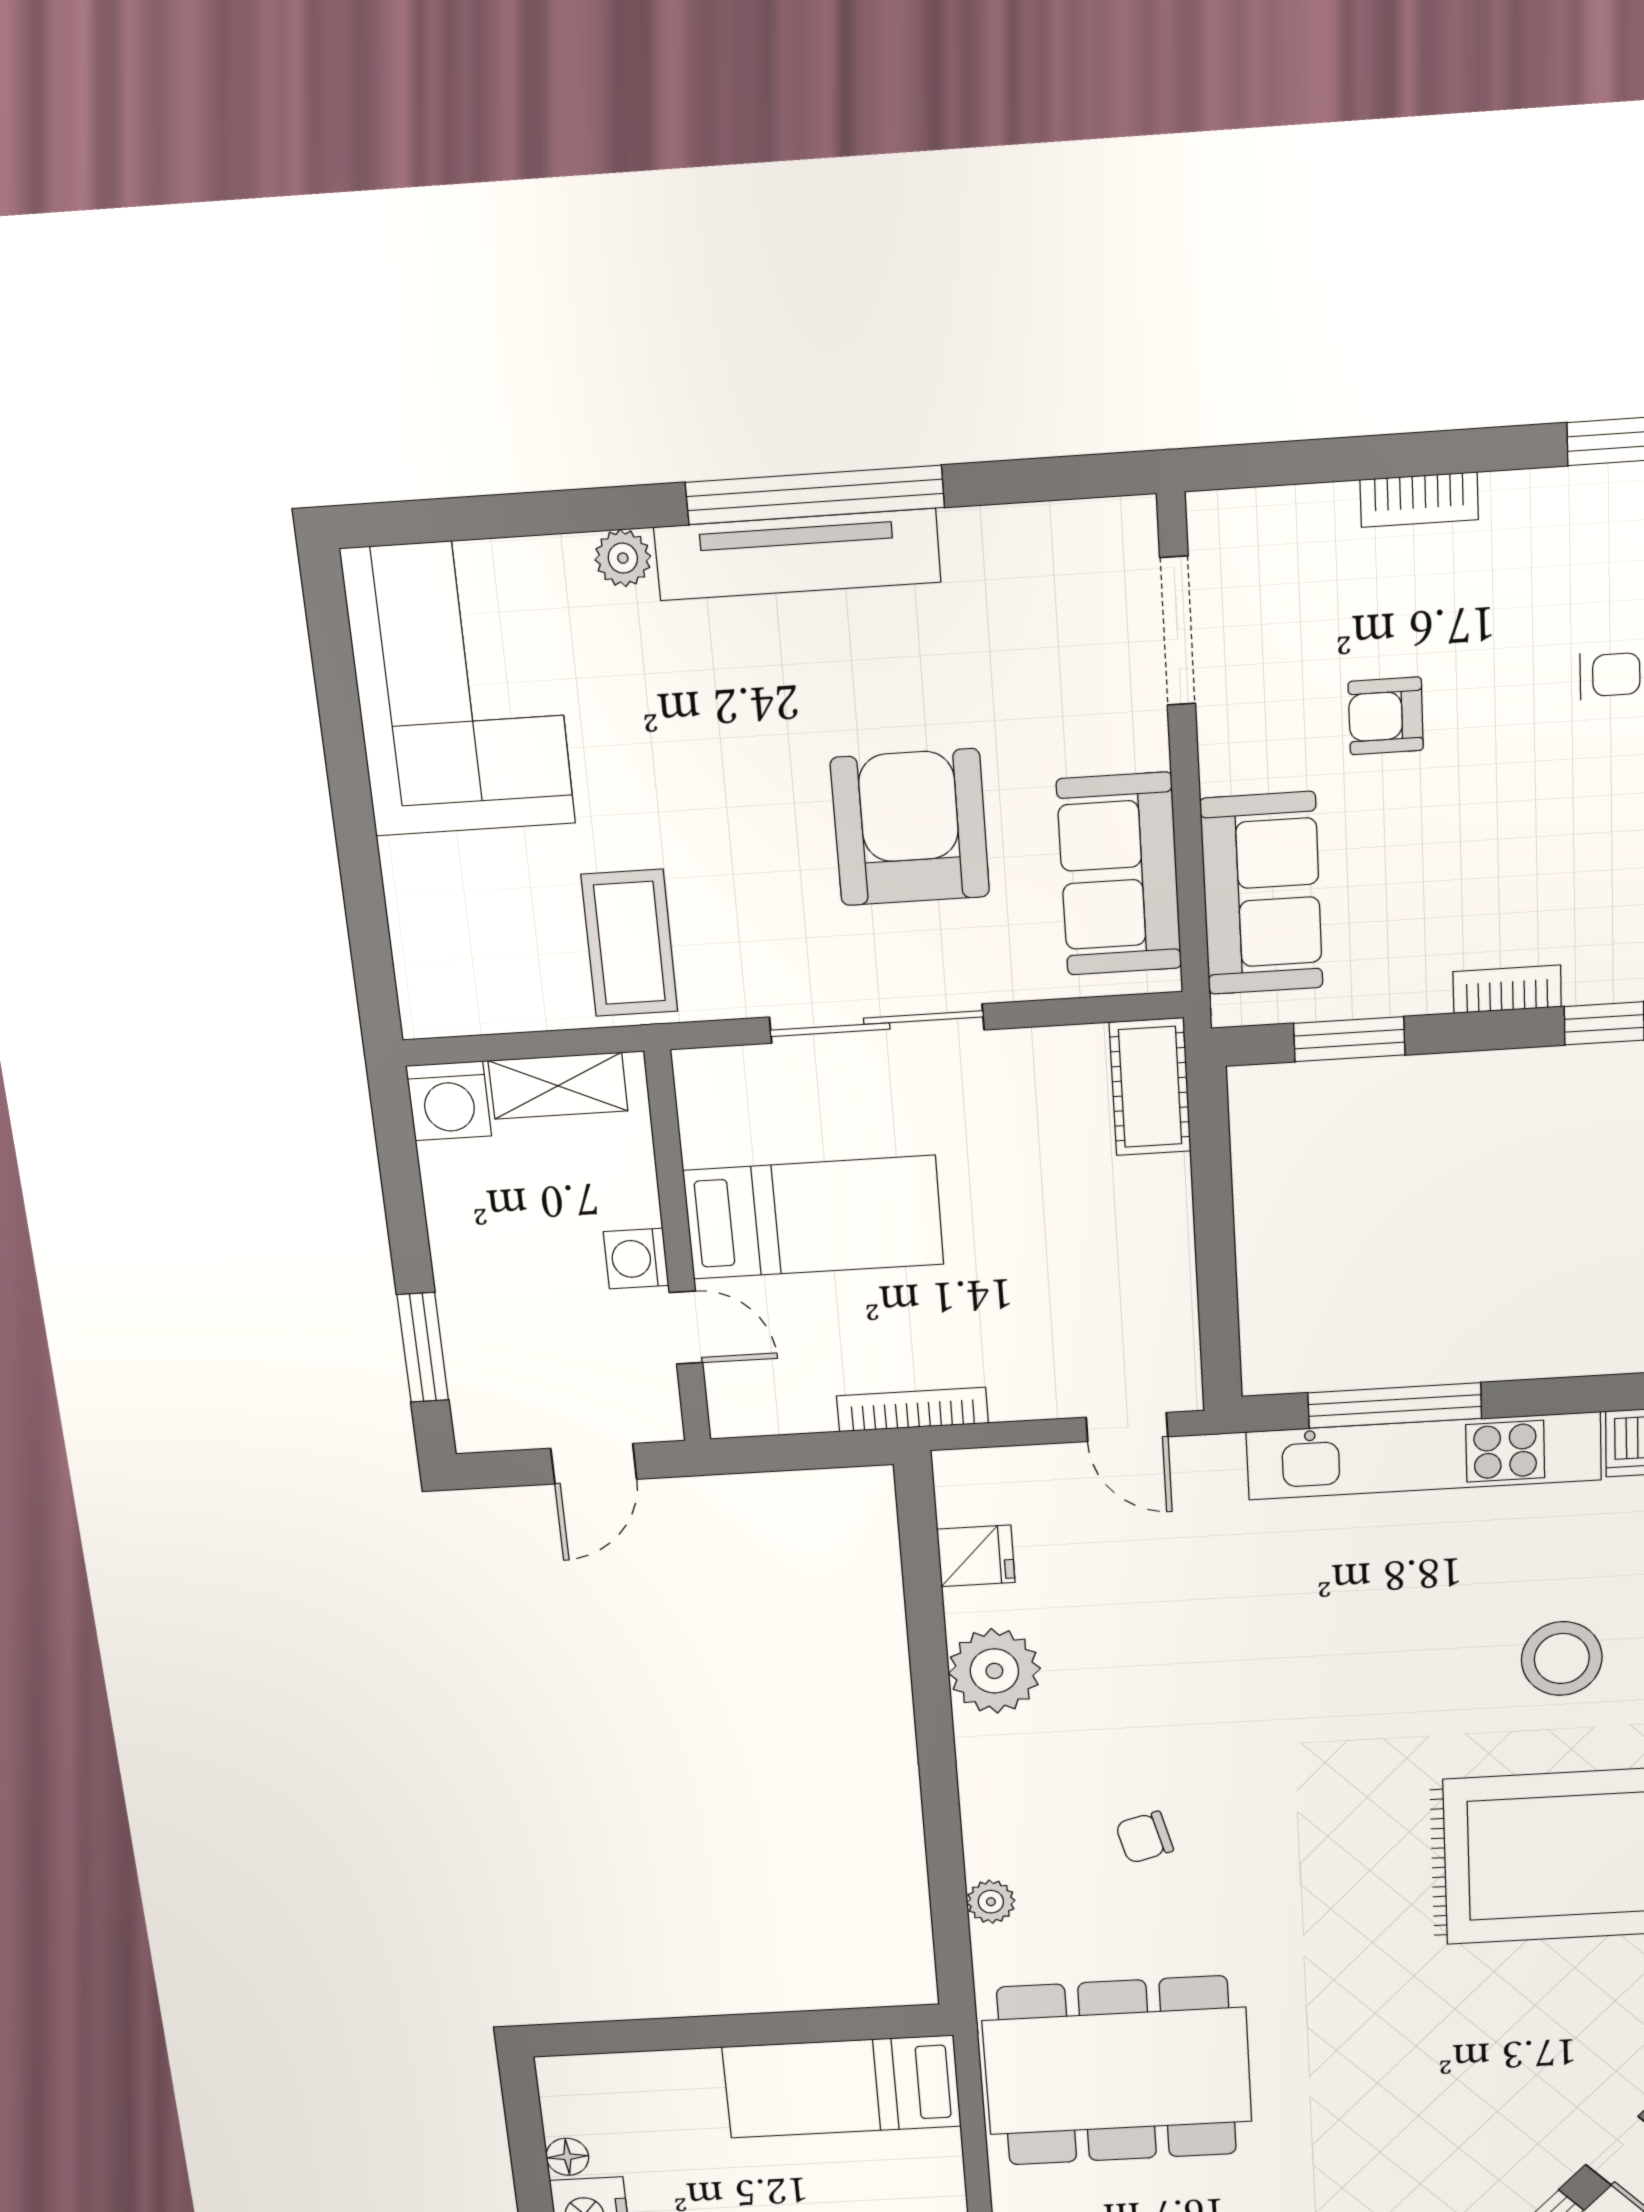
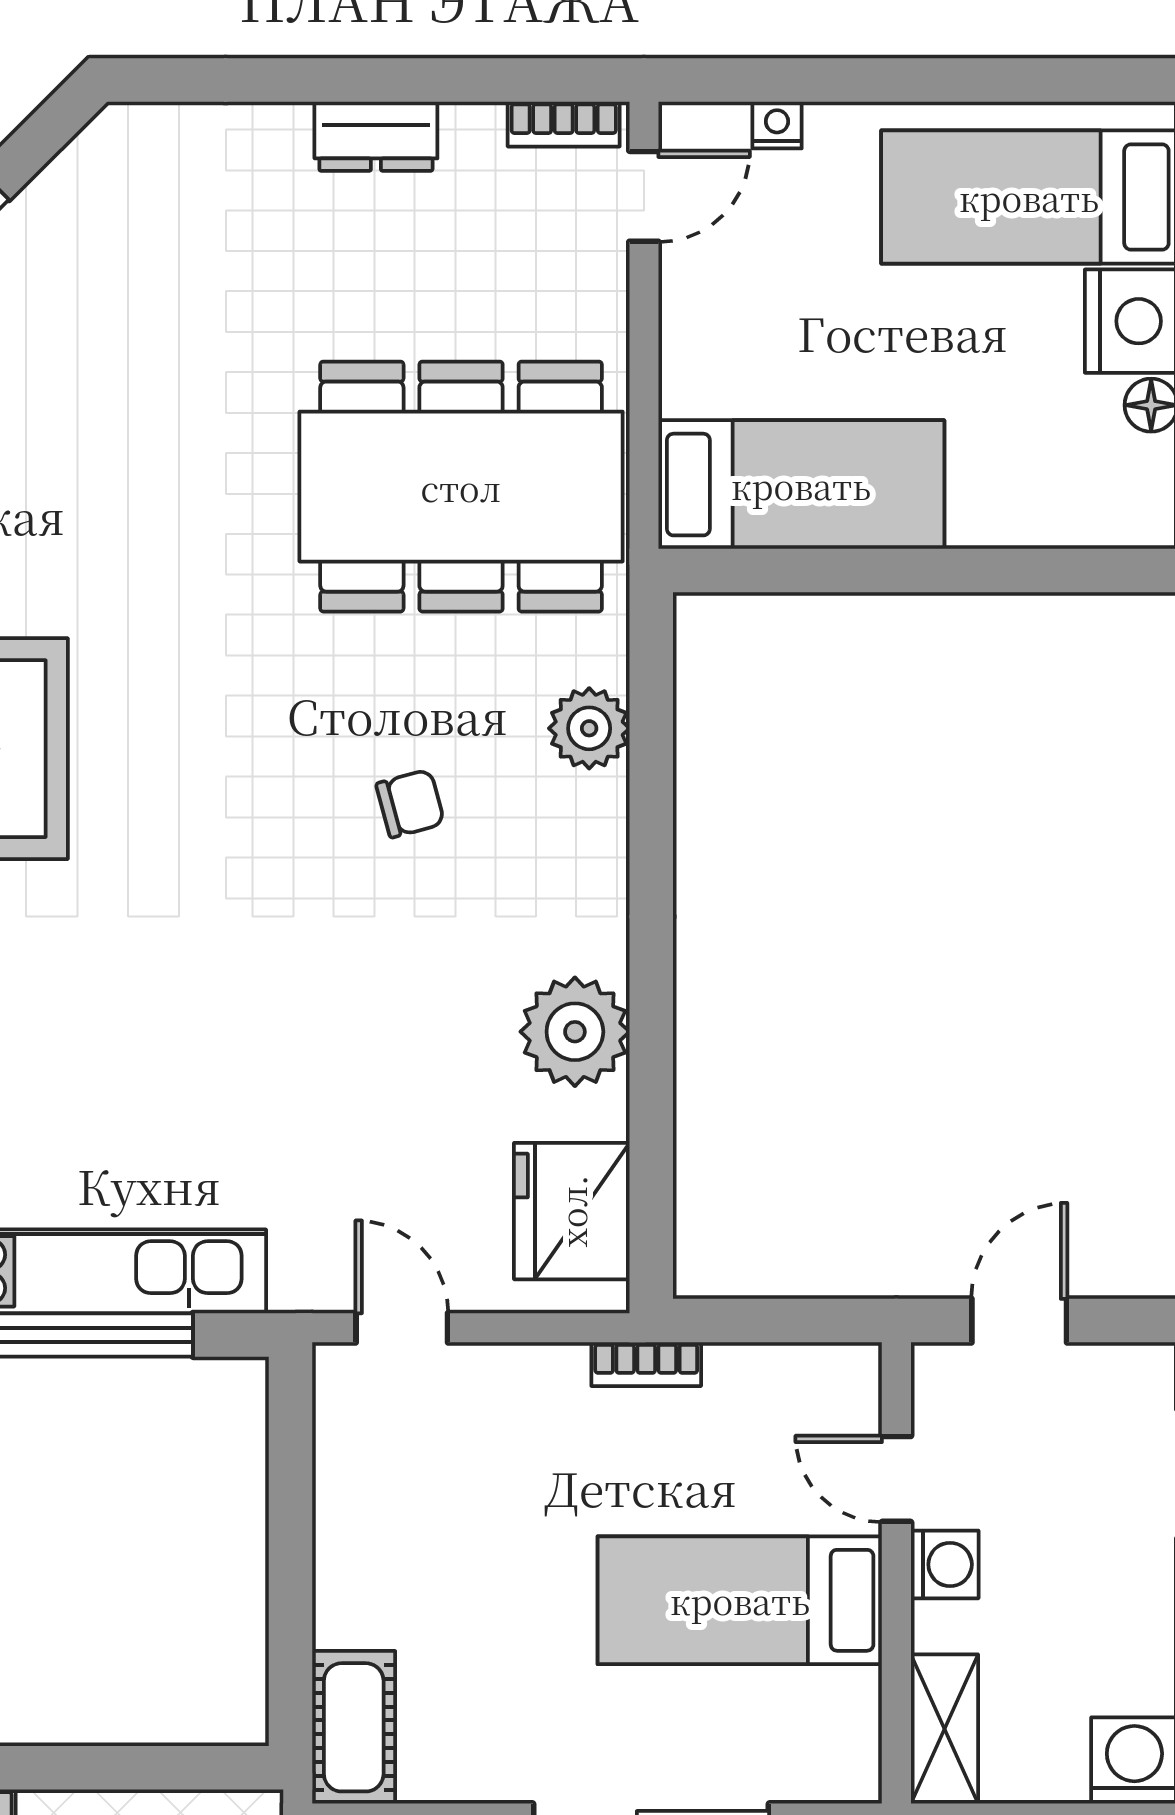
window: (1349, 1039) -> (131, 1768), removed
shelving: (558, 1086) -> (944, 1729), moved, turned 90
bookcase: (913, 1410) -> (646, 1364), width x0.64
fridge: (976, 1556) -> (572, 1211), width x1.88, depth x1.34
plant: (991, 1902) -> (589, 728), width x1.38, depth x1.38

